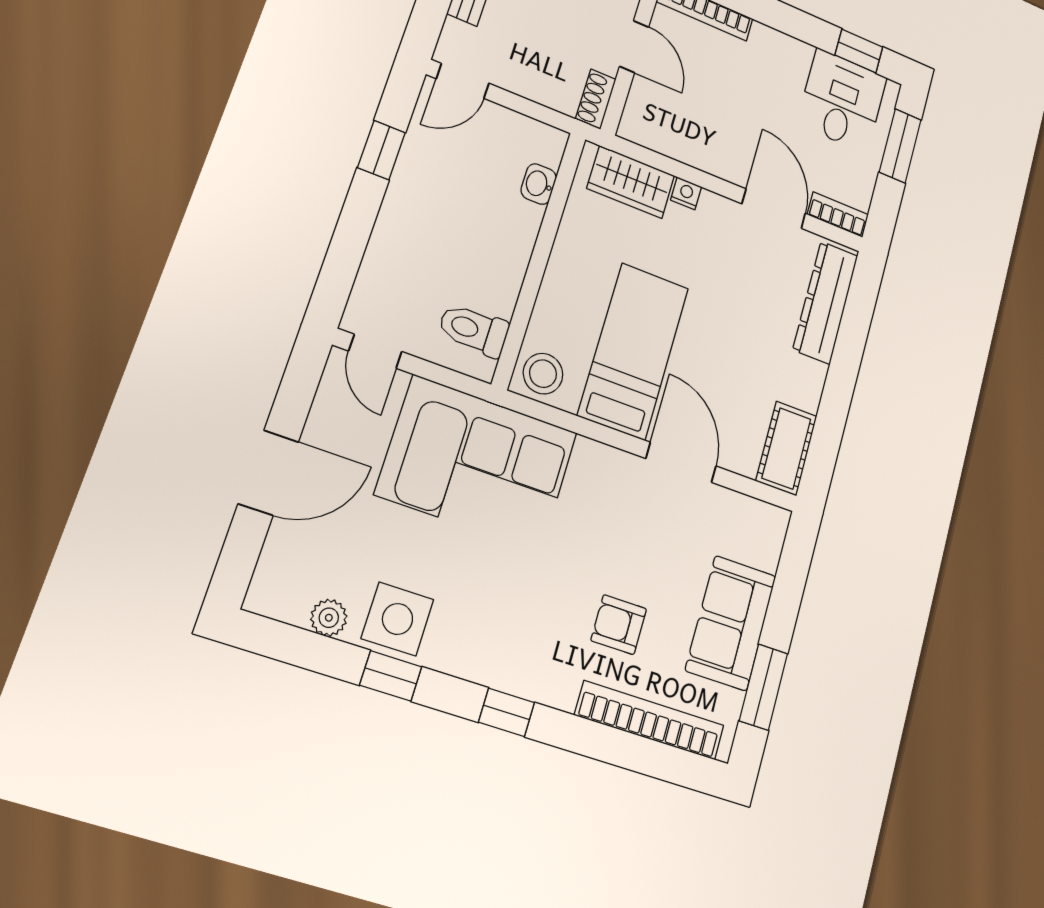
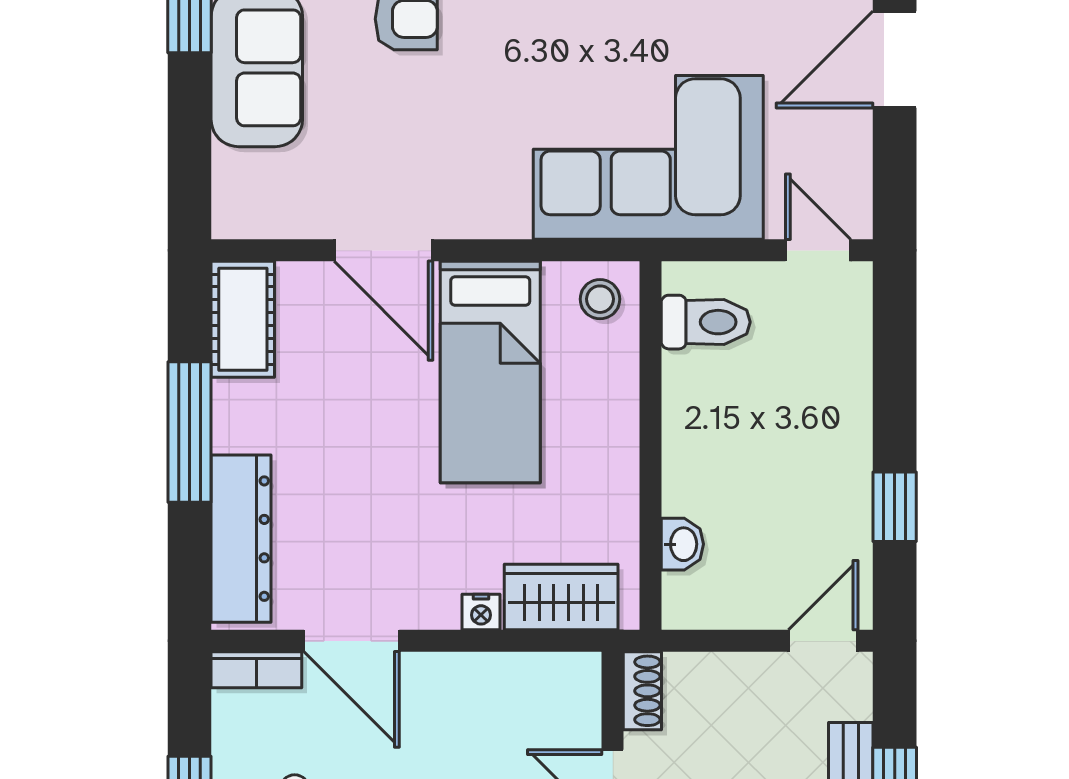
stool: (543, 374) -> (600, 299), width x0.73, depth x0.73
window: (840, 385) -> (189, 432), added

